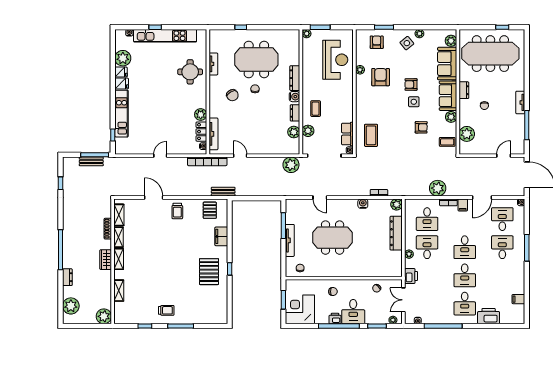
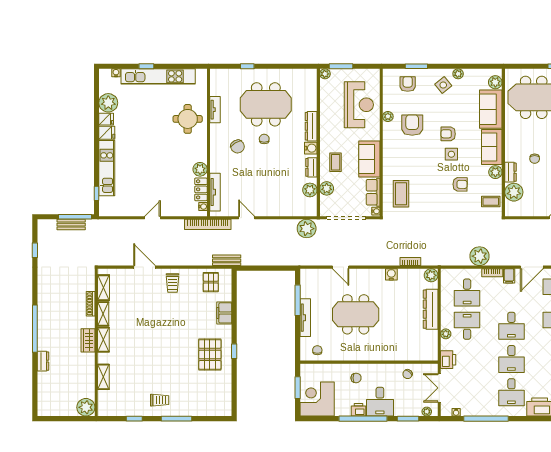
dresser: (464, 90) -> (511, 172), moved
sofa: (344, 106) -> (369, 159), added
plant: (71, 306) -> (47, 395), removed

